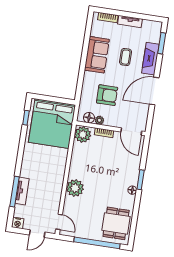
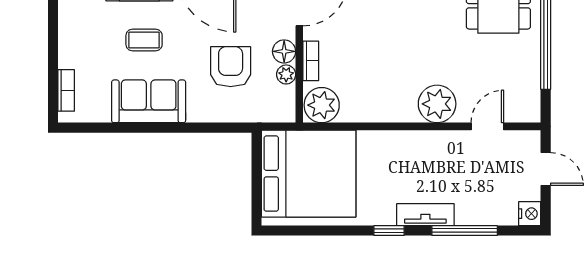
tv unit: (130, 22) -> (68, 42), removed
window: (26, 118) -> (389, 231), moved
floor lamp: (89, 118) -> (284, 51), moved
tv unit: (22, 191) -> (425, 215), moved
door: (59, 222) -> (487, 126), moved

